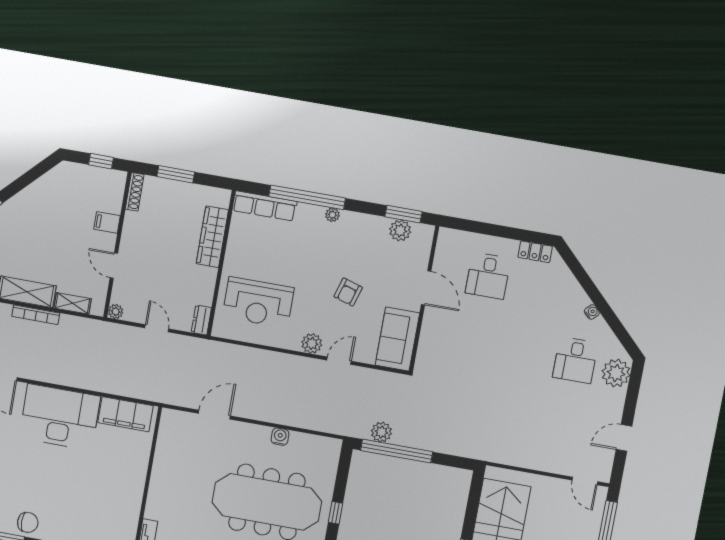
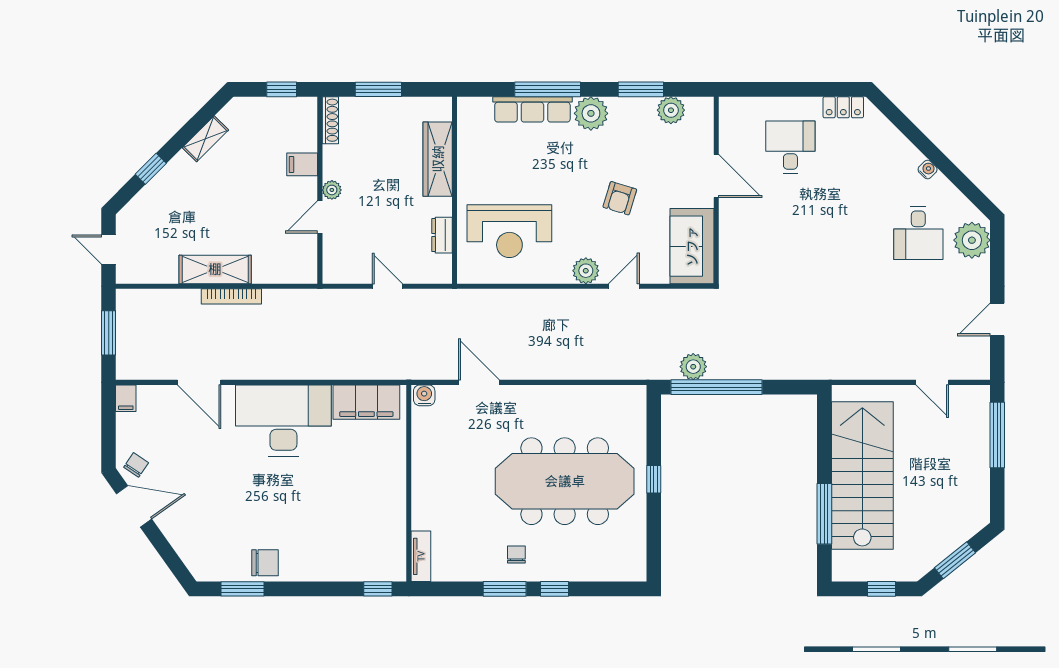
window: (307, 197) -> (548, 89), width x0.68
row of seats: (265, 206) -> (532, 109), moved
window: (404, 214) -> (641, 89), moved
plant: (332, 215) -> (591, 113), width x1.87, depth x1.87
door: (114, 266) -> (320, 217), hinge flipped
desk: (488, 276) -> (790, 147), turned 180
shelving: (73, 303) -> (205, 139), moved, turned -45
plant: (116, 312) -> (332, 190), moved
dresser: (201, 320) -> (442, 235), moved
door: (214, 415) -> (479, 382), hinge flipped
water cooler: (280, 437) -> (424, 395), moved
door: (585, 481) -> (932, 382), moved

